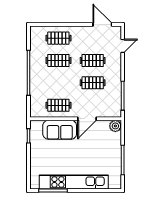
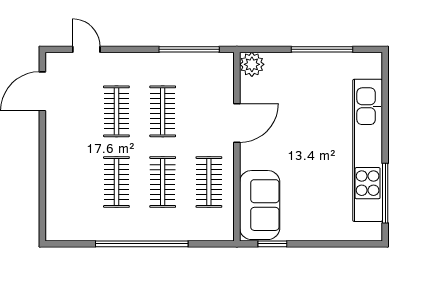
clothes rail: (58, 38) -> (163, 182), moved
door: (87, 119) -> (237, 123), hinge flipped
sofa: (60, 130) -> (260, 205), moved

